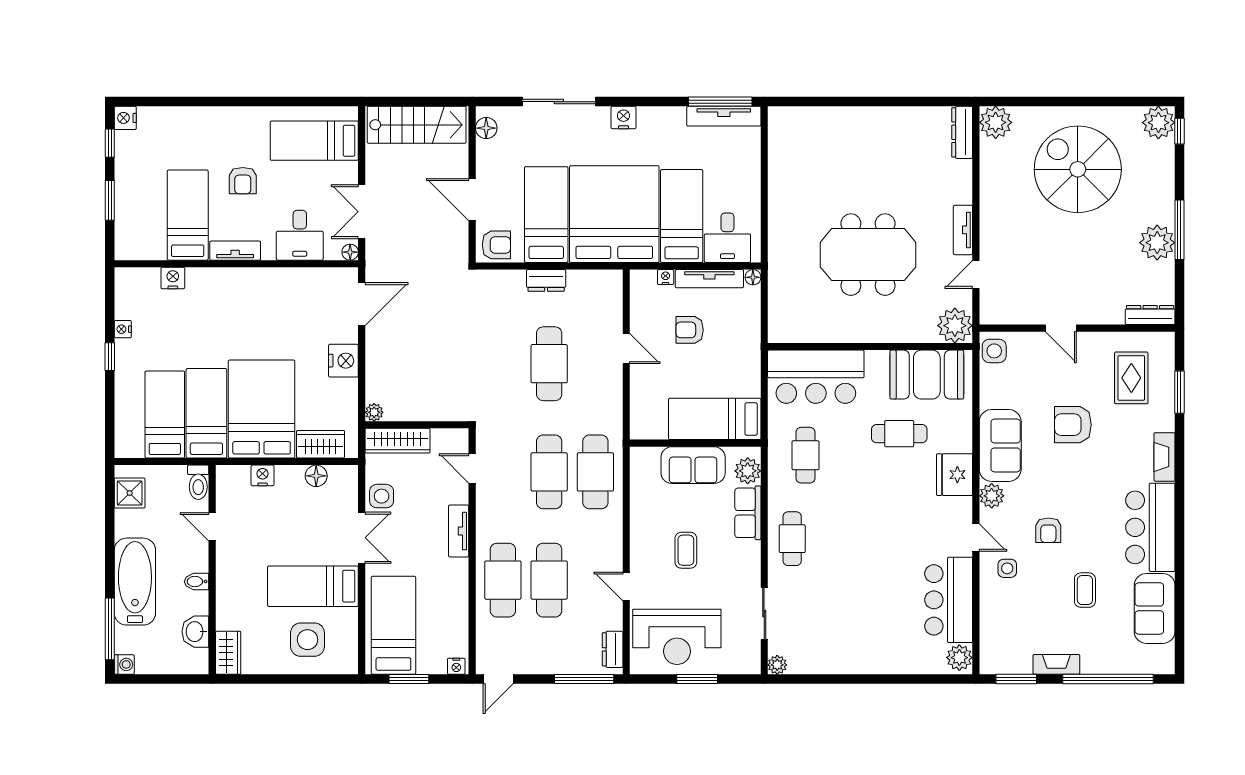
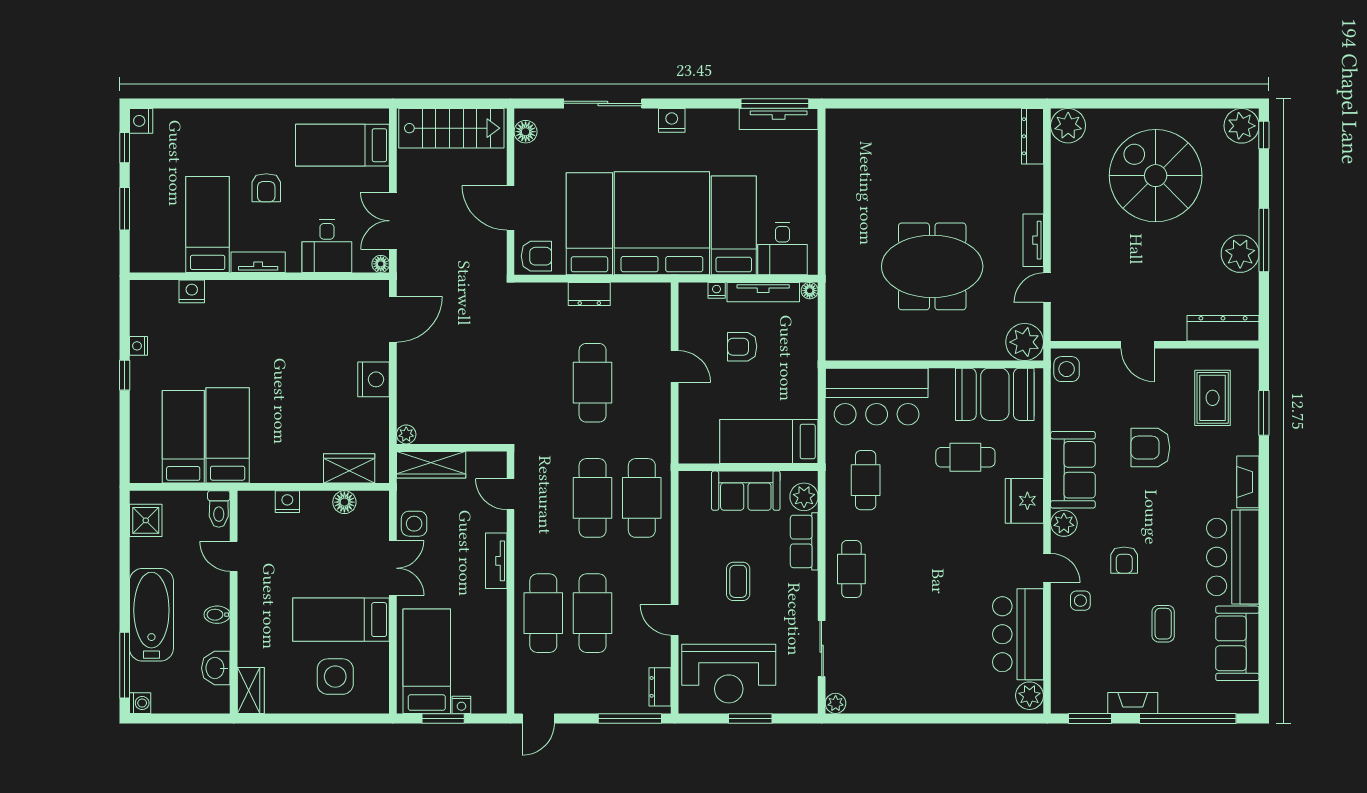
dresser: (1150, 315) -> (1223, 328), width x1.37, depth x1.24
bed: (262, 409) -> (286, 431), removed
nightstand: (456, 666) -> (461, 705), moved

